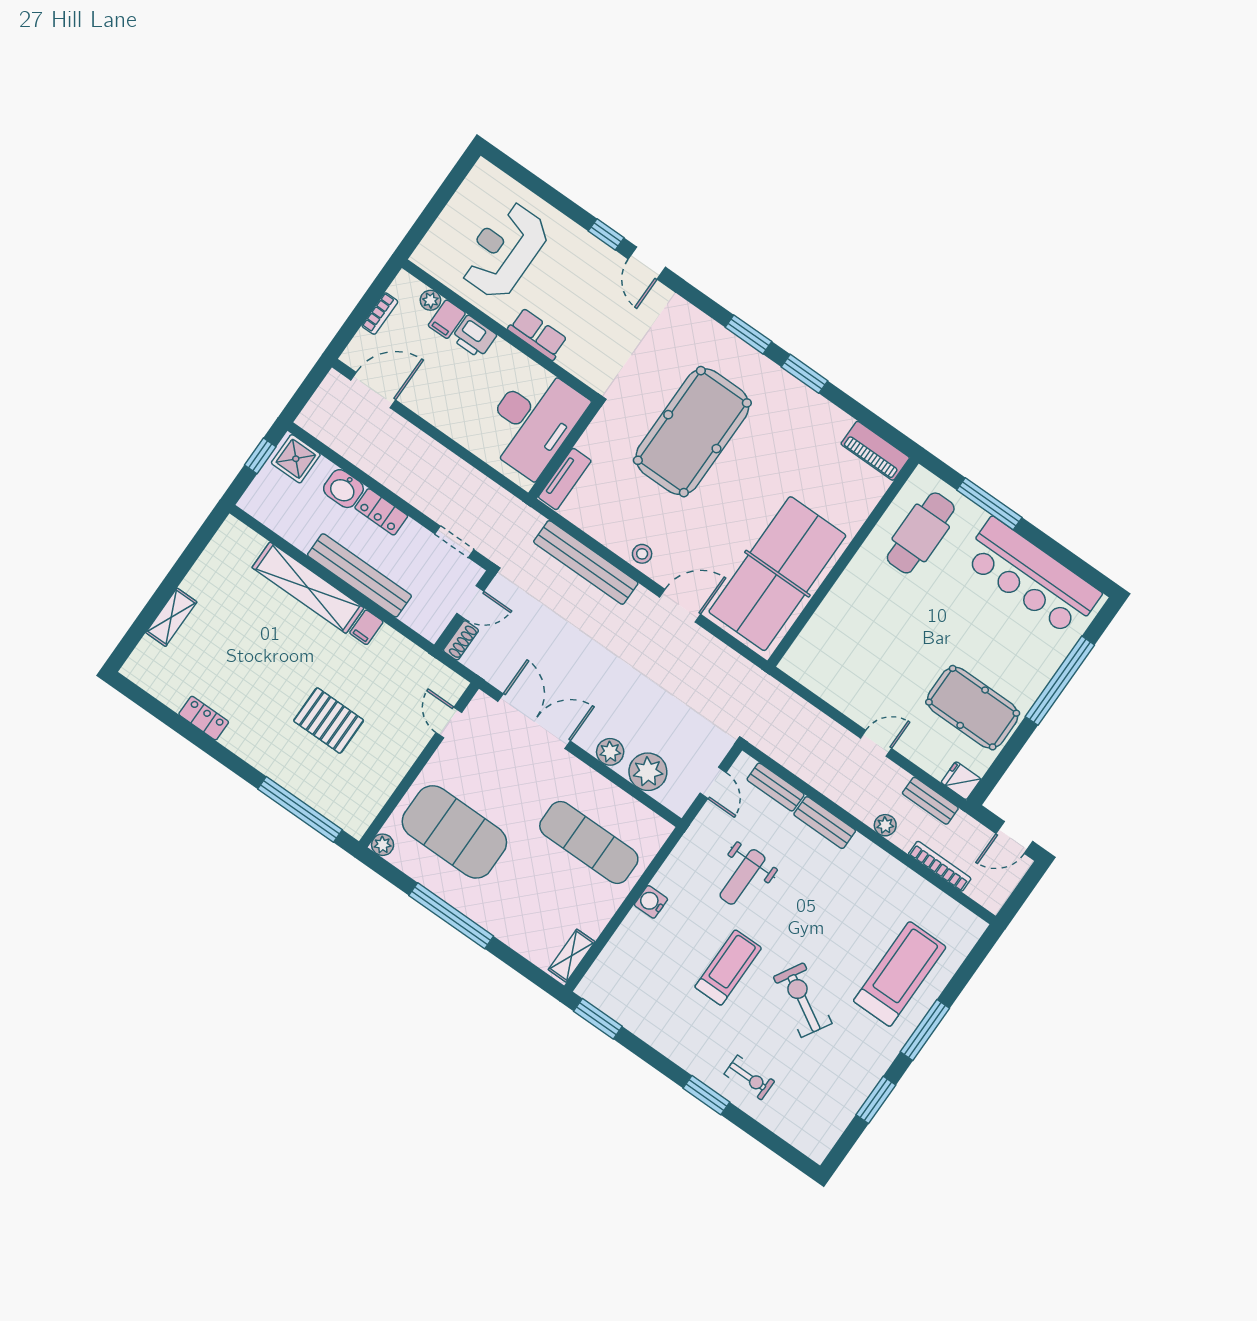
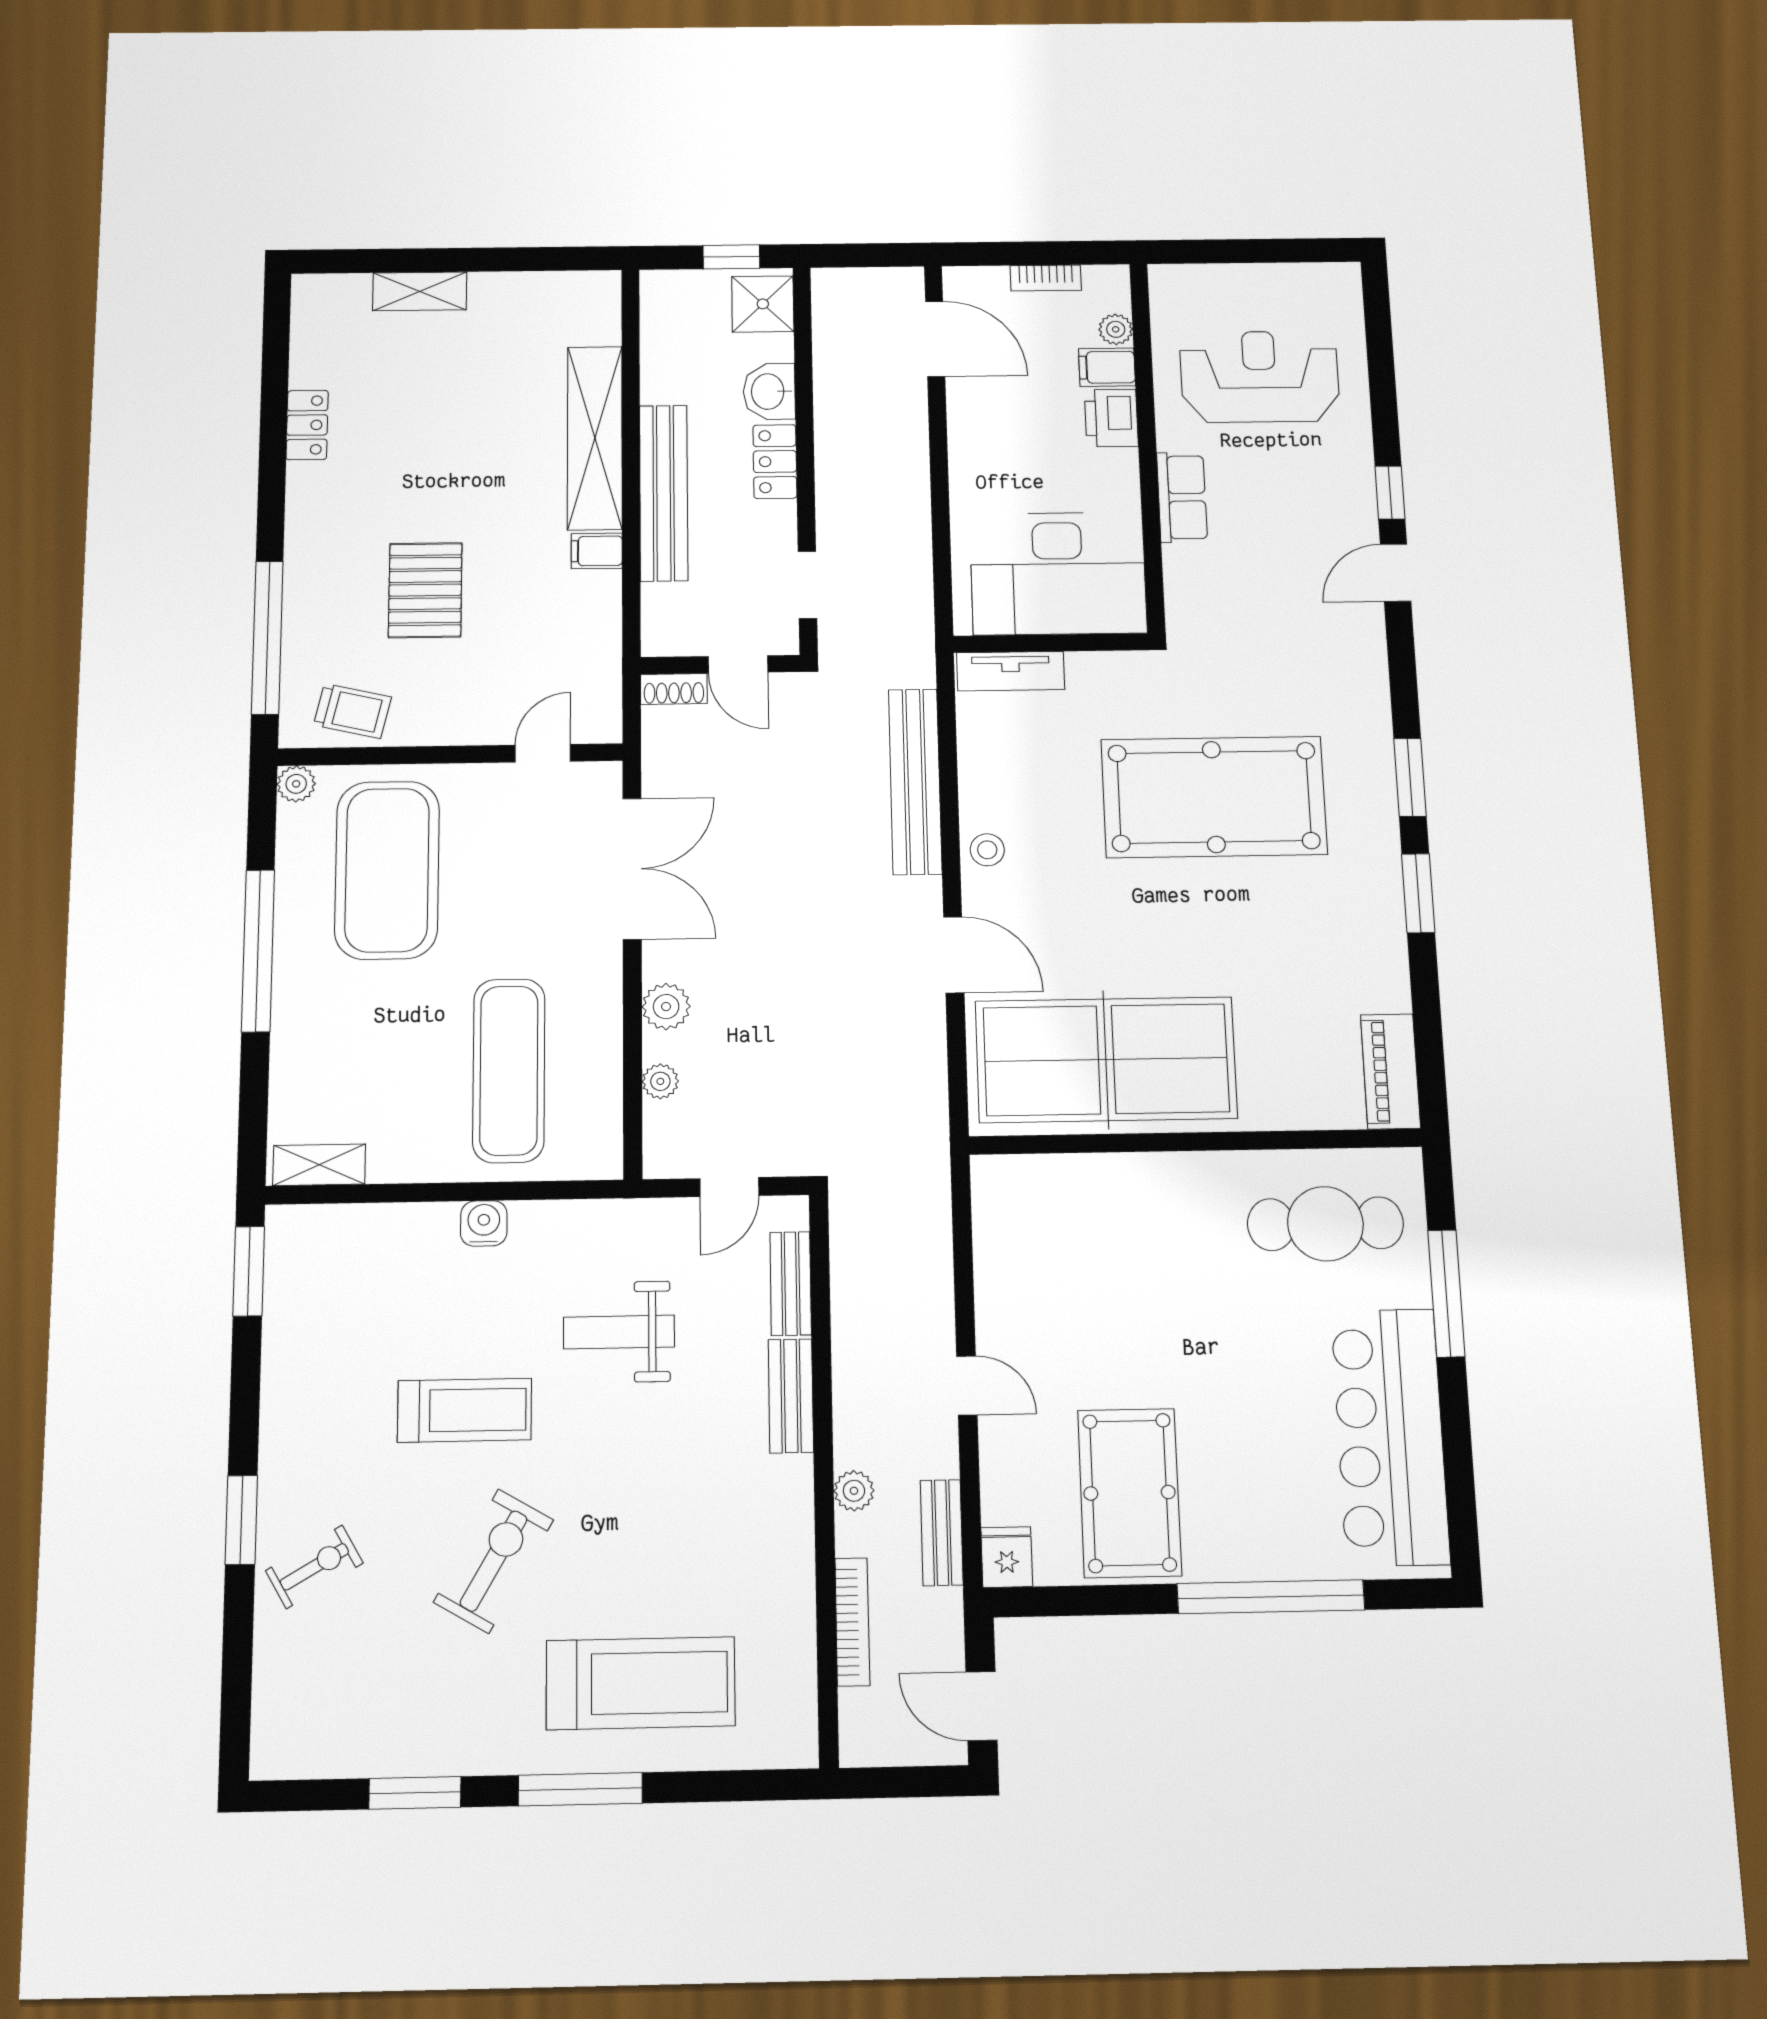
plant: (648, 772) -> (660, 1081), width x0.53, depth x0.53
trolley: (365, 795) -> (352, 711), added
exercise bike: (749, 1078) -> (314, 1567), turned -120

